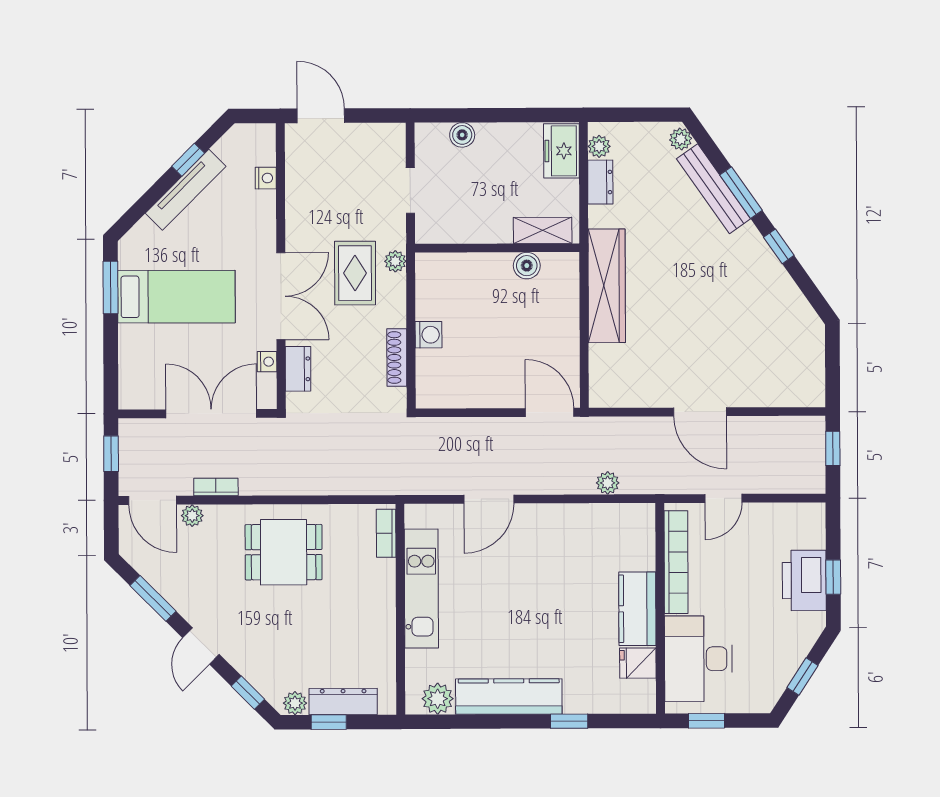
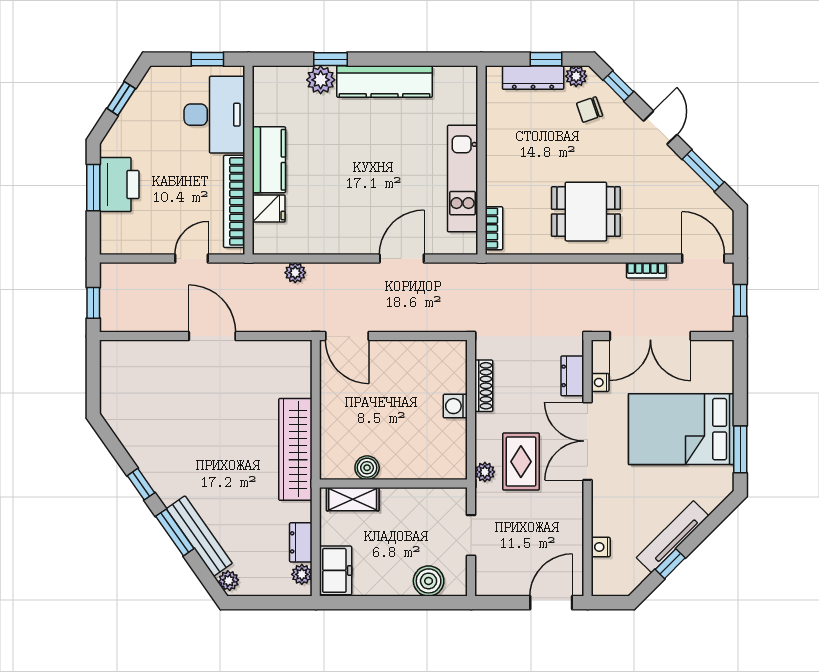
door: (321, 116) -> (551, 603), swing flipped
boiler: (462, 135) -> (429, 581), width x1.36, depth x1.36
bed: (176, 297) -> (681, 429), width x1.50
plant: (192, 516) -> (668, 245), removed
window: (833, 577) -> (93, 188), width x1.50
fridge: (638, 663) -> (269, 208), moved
chair: (280, 666) -> (589, 110), added
plant: (438, 699) -> (321, 80), moved

